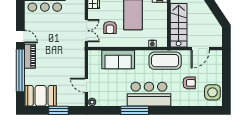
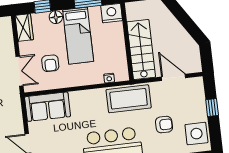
door: (200, 49) -> (173, 77), swing flipped
sofa: (118, 60) -> (48, 107), moved
window: (226, 74) -> (212, 108), added

